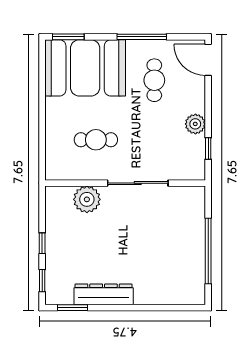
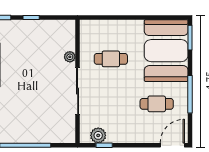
plant: (195, 124) -> (98, 135), moved
cafe table: (96, 140) -> (111, 59), turned 90
plant: (87, 199) -> (70, 57), width x0.53, depth x0.53

